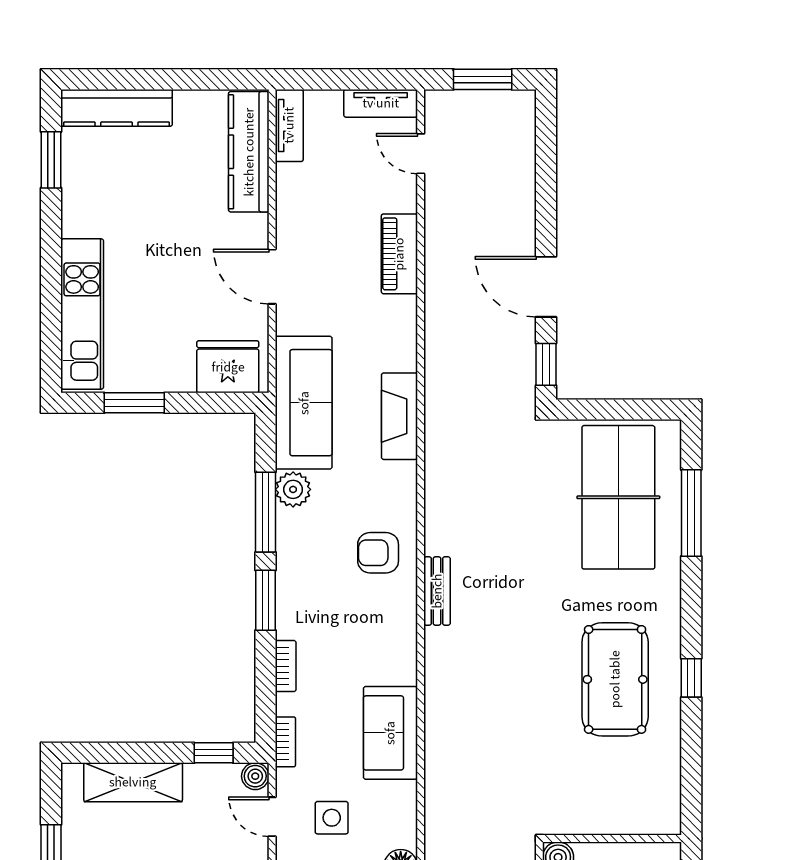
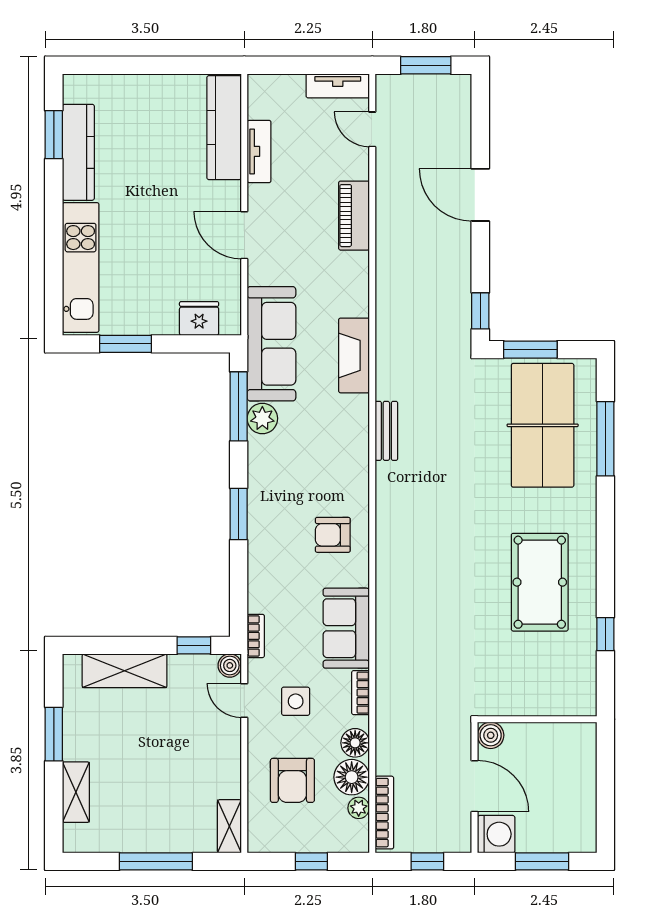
kitchen counter: (117, 108) -> (78, 152), moved, turned -90
tv unit: (289, 125) -> (259, 151), moved
door: (546, 287) -> (480, 195), moved
fridge: (228, 367) -> (199, 319), width x0.73, depth x0.75
window: (604, 409) -> (530, 350), added
window: (265, 512) -> (239, 406), moved
armchair: (378, 553) -> (333, 535), moved
bench: (437, 591) -> (386, 431), moved
bookcase: (286, 666) -> (361, 693), moved, turned 180
window: (691, 678) -> (605, 634), moved

